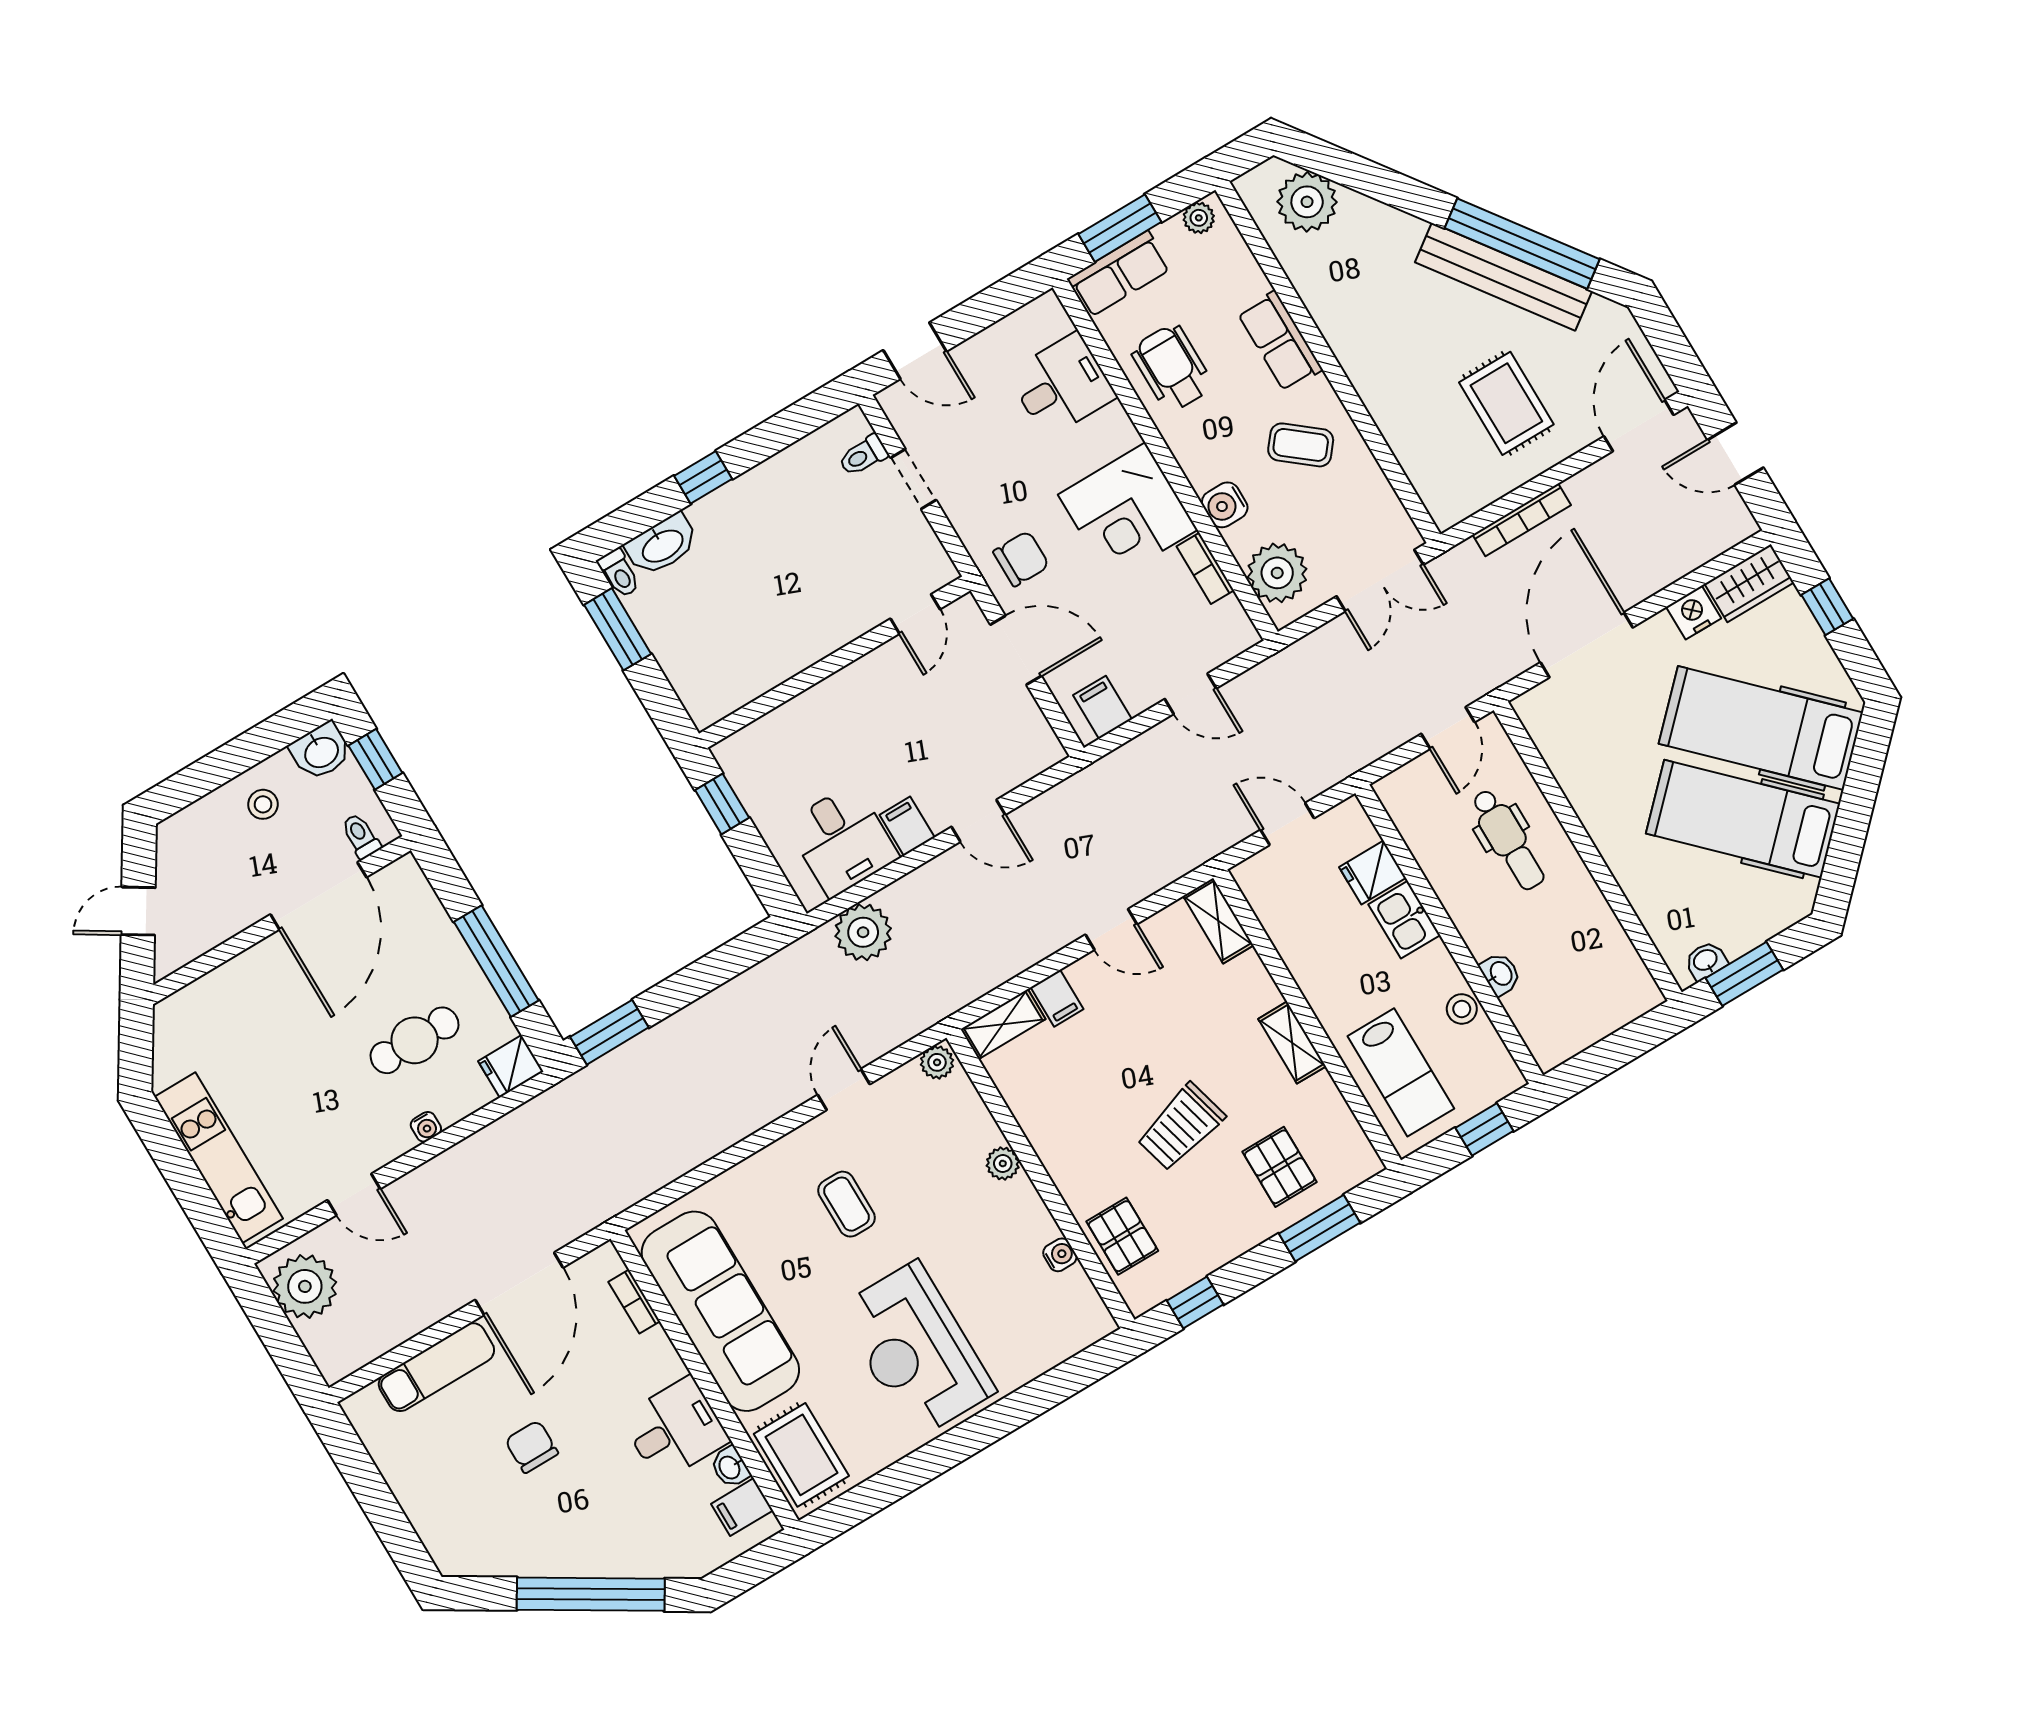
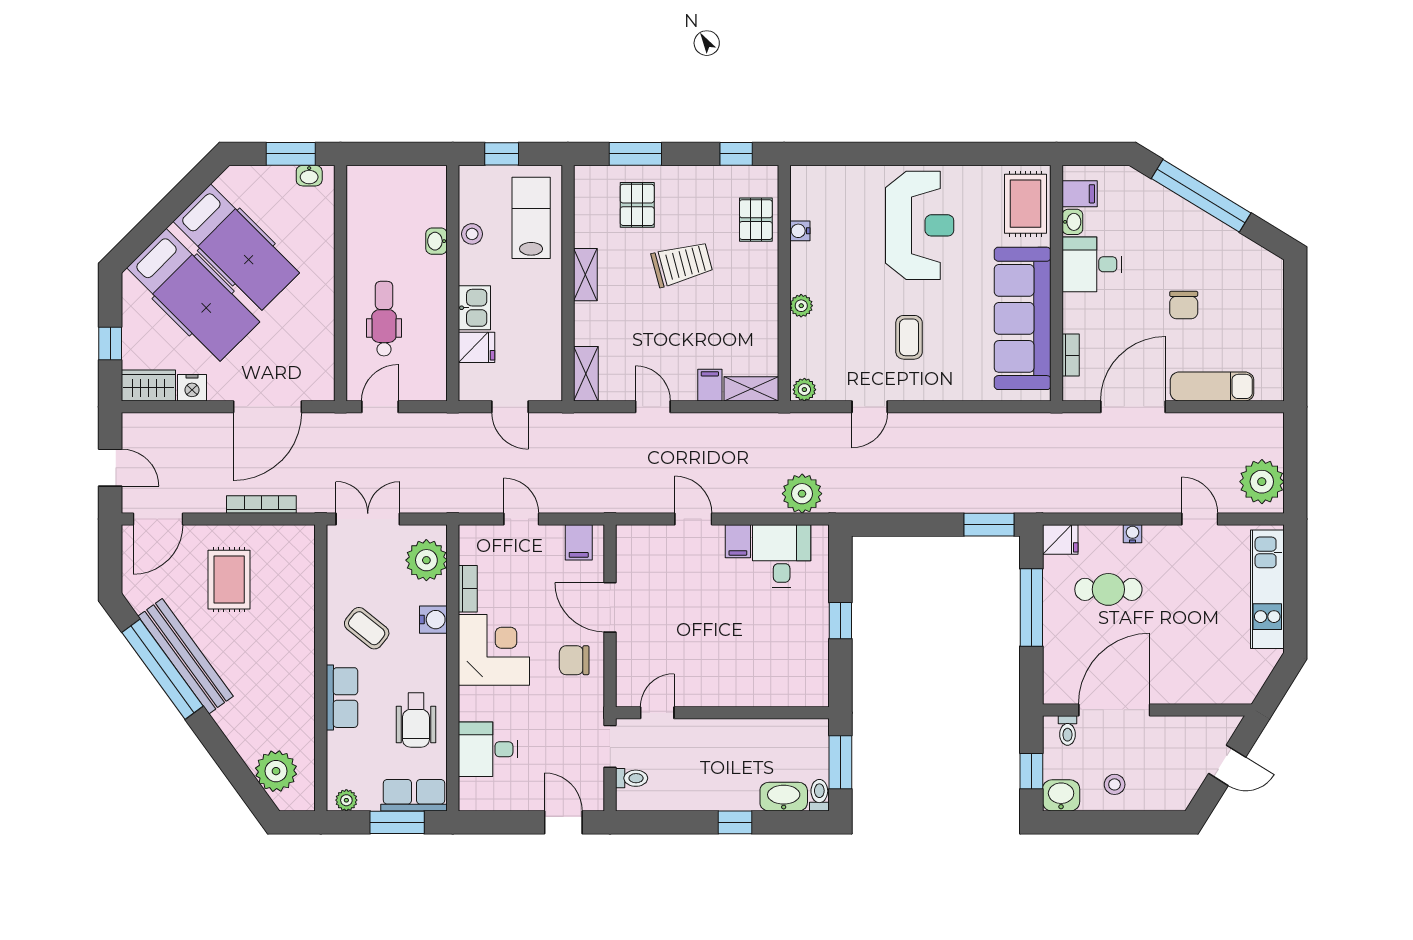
door: (915, 614) -> (657, 713), moved
wall: (835, 662) -> (722, 713), moved

